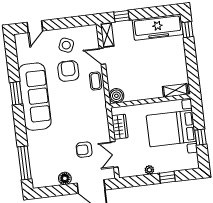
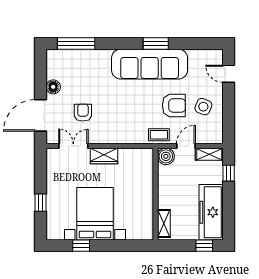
shelving: (175, 90) -> (164, 224), moved
boiler: (116, 96) -> (166, 156), moved
wall: (150, 101) -> (155, 194), moved
plant: (149, 170) -> (51, 183), removed

